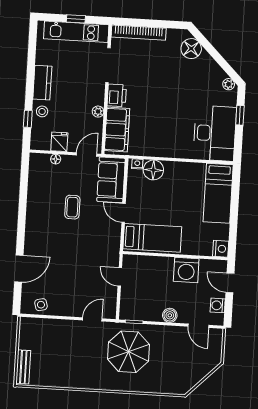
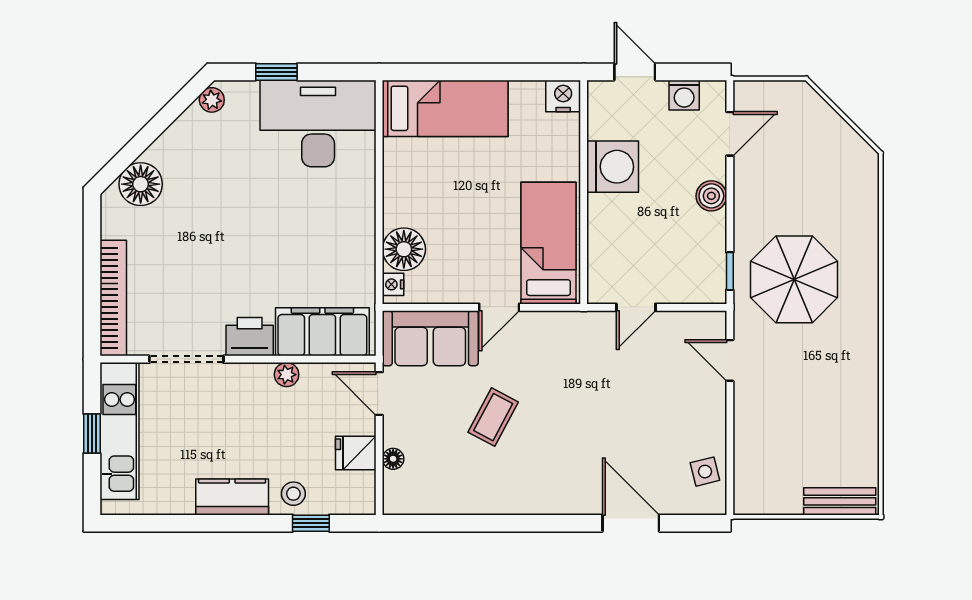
coffee table: (72, 207) -> (493, 417), turned -62
door: (230, 283) -> (635, 72), swing flipped

